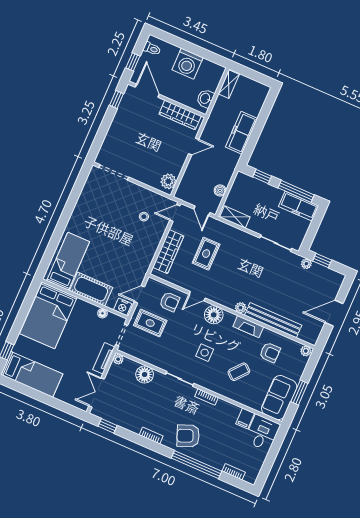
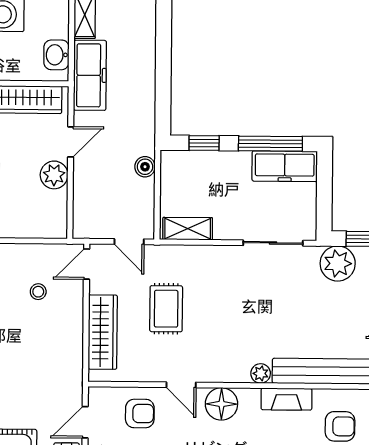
freezer: (242, 133) -> (90, 75), moved, turned 180
plant: (168, 181) -> (54, 175), moved
boiler: (220, 190) -> (145, 167), moved
plant: (306, 264) -> (338, 264), width x1.88, depth x1.88
door: (197, 296) -> (181, 385), hinge flipped

